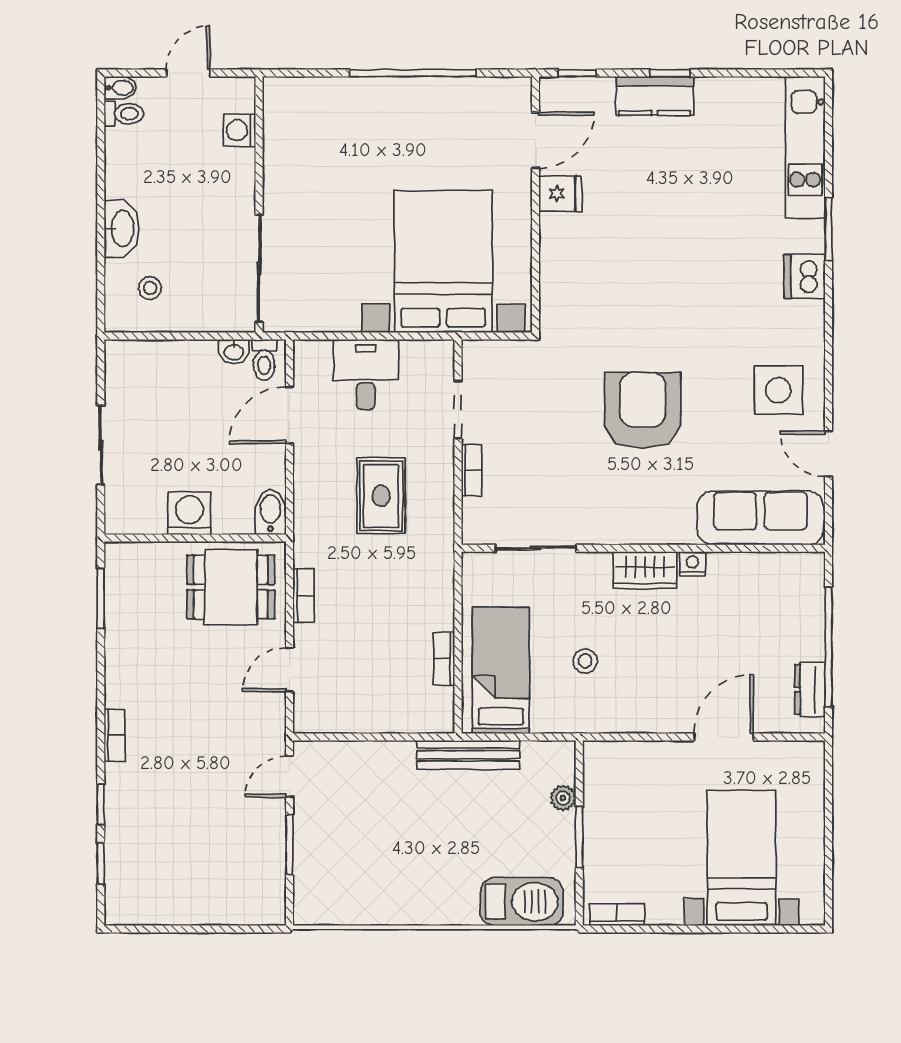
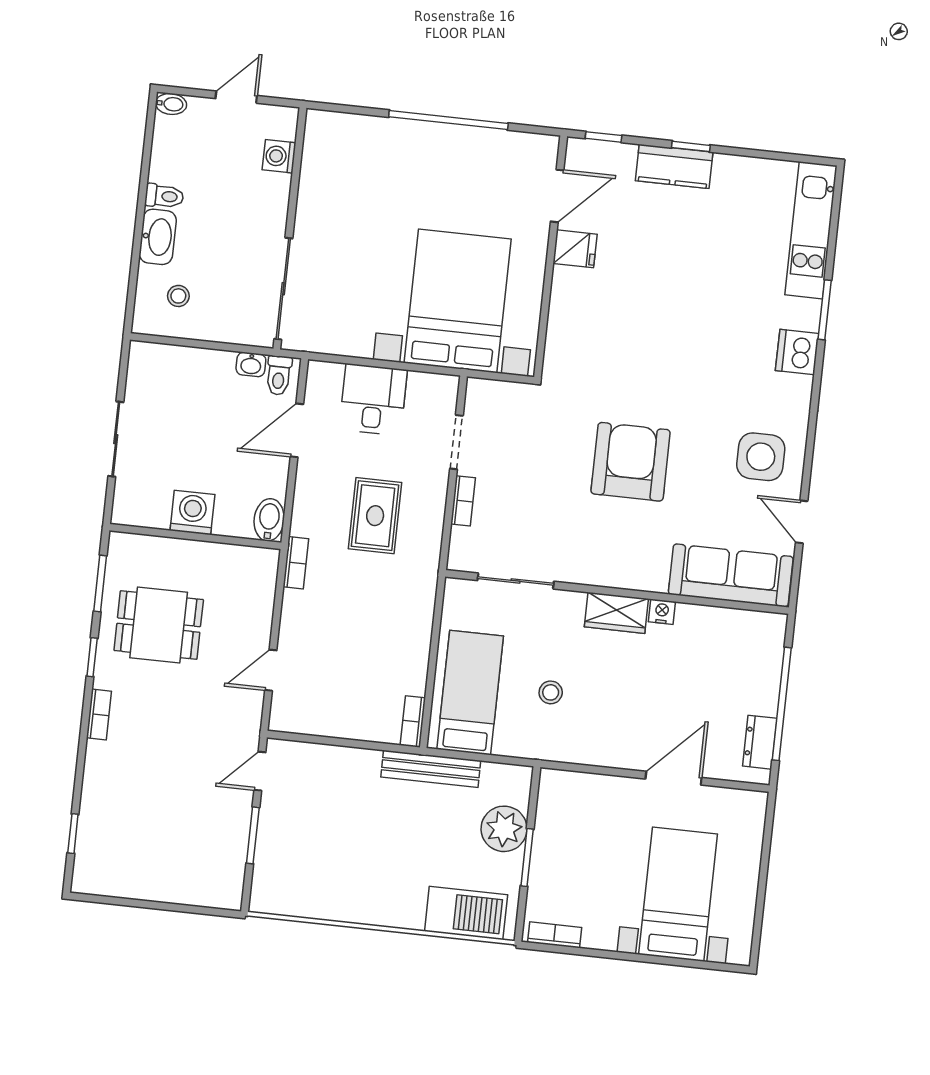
toilet: (124, 114) -> (164, 196), moved
dining table: (231, 587) -> (159, 625), moved
bookcase: (303, 596) -> (296, 563), moved
bookcase: (444, 659) -> (413, 722), moved
plant: (563, 798) -> (504, 829), width x1.88, depth x1.88
window: (101, 804) -> (92, 657), moved

